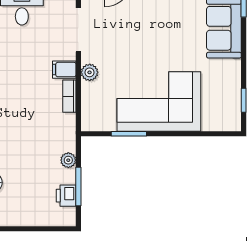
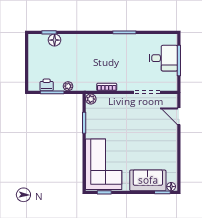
filing cabinet: (64, 70) -> (123, 84), removed
plant: (90, 72) -> (91, 99), moved
corner sofa: (159, 101) -> (104, 164), moved

